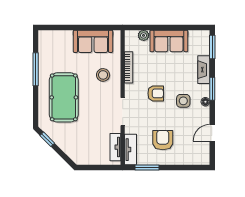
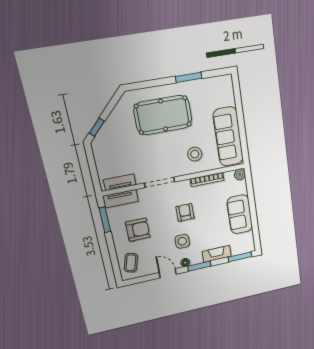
plant: (144, 35) -> (240, 174), moved
sofa: (93, 41) -> (228, 137), width x1.36
window: (36, 69) -> (189, 77), width x0.69
armchair: (156, 93) -> (185, 212), turned 180
door: (212, 133) -> (168, 273), moved
window: (47, 139) -> (97, 127), moved
coffee table: (193, 153) -> (131, 263), added

